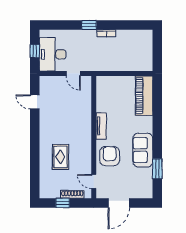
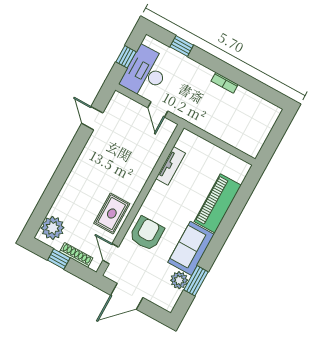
window: (89, 25) -> (182, 46), moved
piano: (144, 96) -> (218, 203), moved
tv unit: (101, 126) -> (171, 166), moved
rug: (60, 157) -> (112, 213), moved
plant: (146, 174) -> (179, 280), added
plant: (48, 185) -> (53, 228), added

